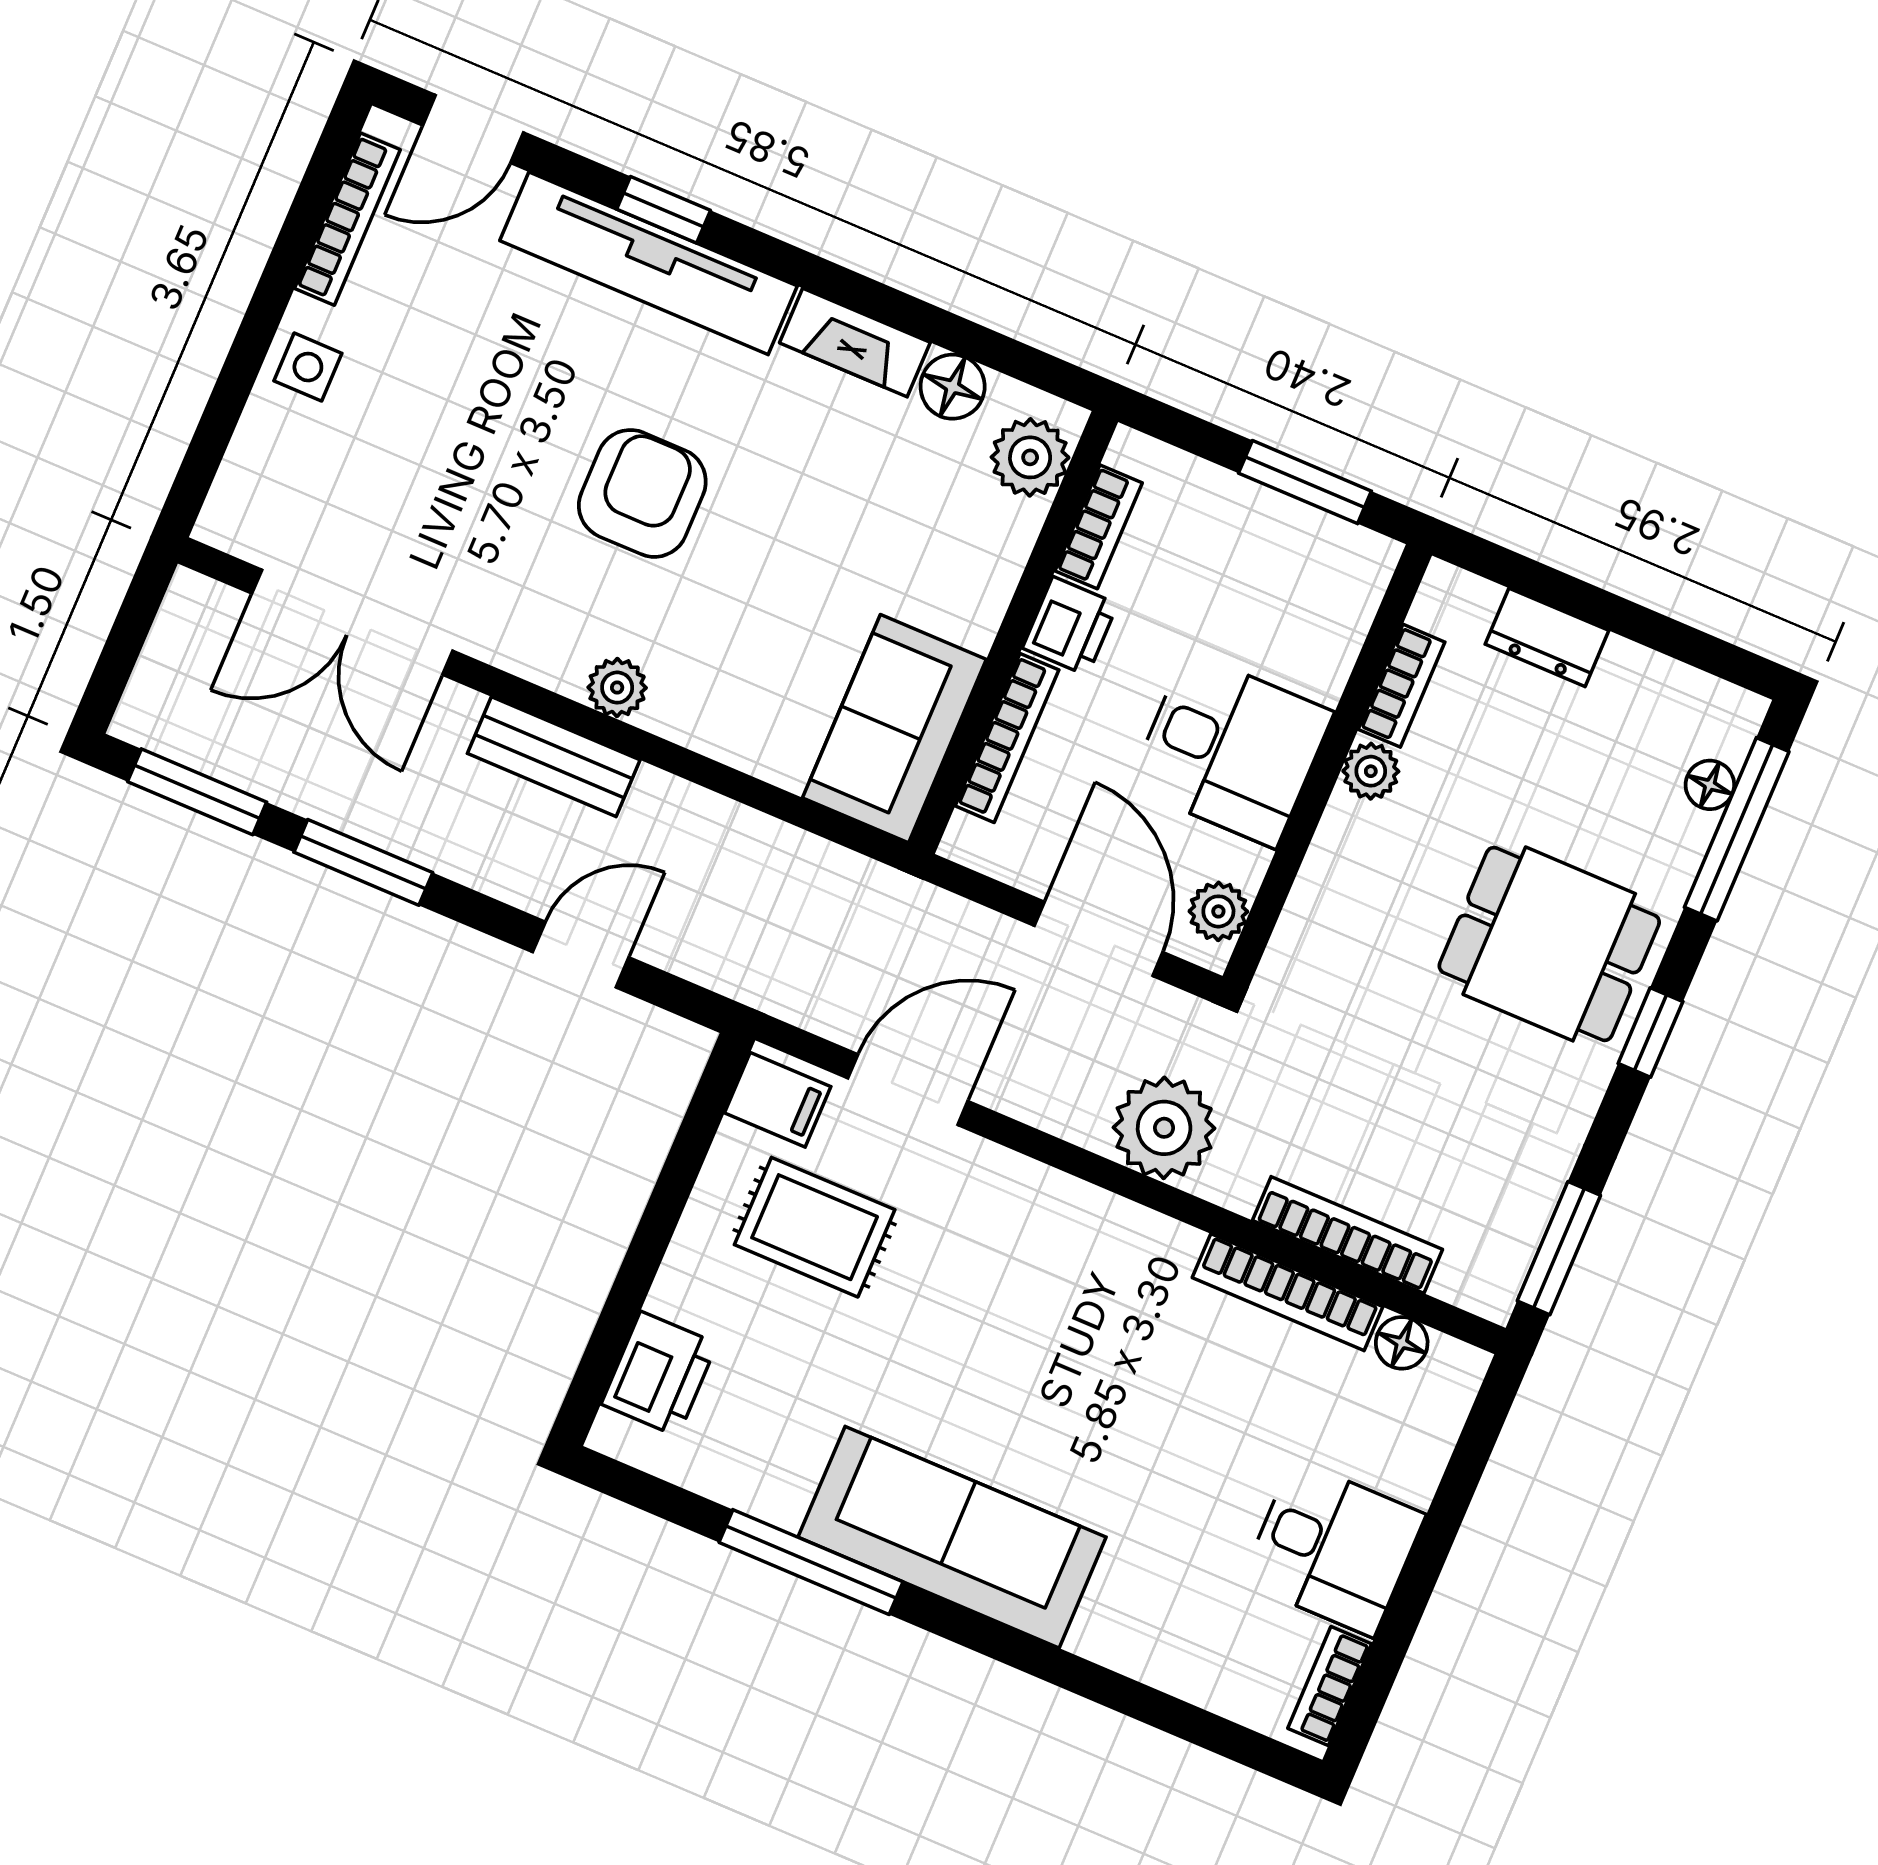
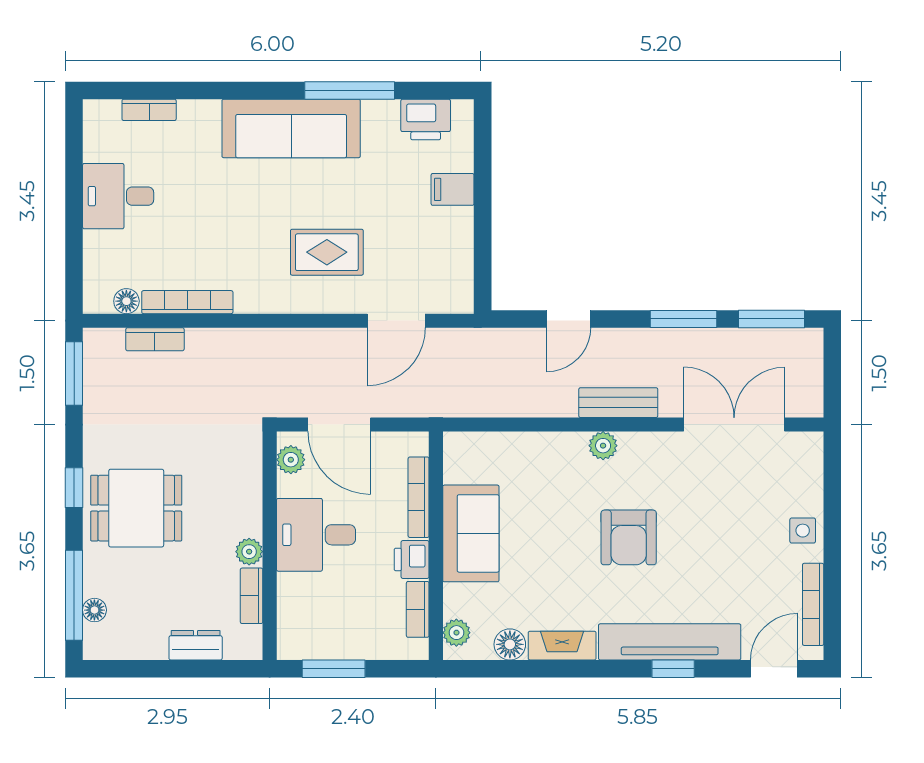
plant: (1030, 457) -> (456, 633), width x0.73, depth x0.73
sofa: (894, 729) -> (471, 533), moved
filing cabinet: (778, 1100) -> (453, 189), moved
plant: (1164, 1128) -> (274, 352), removed
rug: (815, 1227) -> (327, 252), moved
bookcase: (1348, 1235) -> (155, 339), width x0.64
printer: (659, 1374) -> (426, 119), moved, turned -90
bookcase: (1330, 1686) -> (149, 110), moved, turned 90

